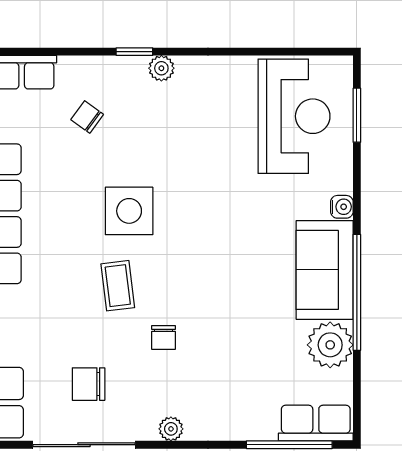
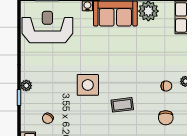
side table: (129, 211) -> (88, 85), moved
chair: (163, 337) -> (166, 86), moved

